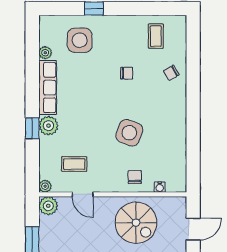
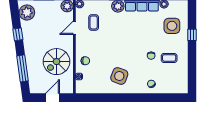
coffee table: (156, 36) -> (169, 58), moved
side table: (129, 133) -> (119, 76), moved
door: (193, 229) -> (52, 98), swing flipped

